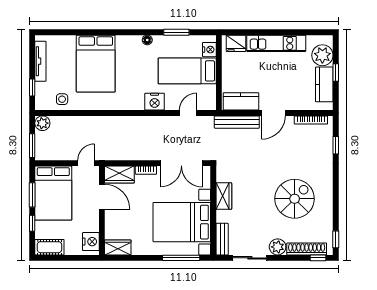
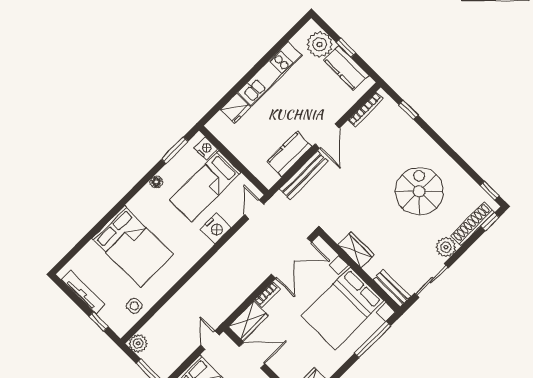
nightstand: (209, 50) -> (206, 149), moved
bed: (187, 71) -> (205, 186), moved
wall: (219, 73) -> (234, 160), moved

